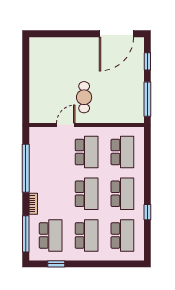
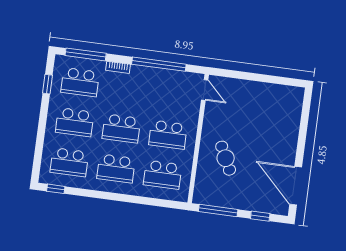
cafe table: (84, 97) -> (226, 158), moved, turned 64
door: (66, 125) -> (205, 90), moved
window: (147, 212) -> (56, 189), moved

